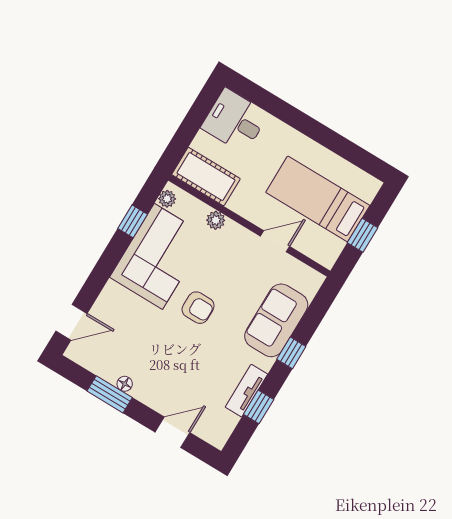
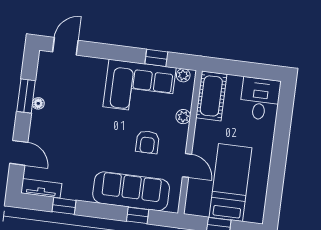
armchair: (198, 308) -> (148, 142), moved
sofa: (276, 320) -> (131, 191), width x1.36
door: (72, 322) -> (65, 46), swing flipped
window: (291, 353) -> (138, 215), moved
tv unit: (246, 391) -> (41, 188), moved

